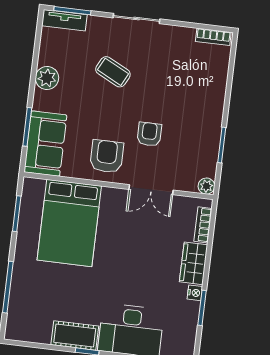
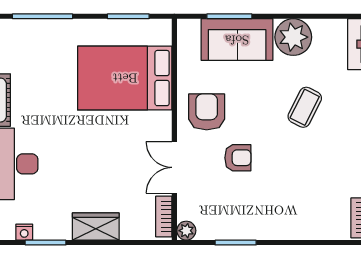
plant: (47, 78) -> (293, 37), width x1.36, depth x1.36
sofa: (45, 144) -> (237, 40), moved
armchair: (107, 156) -> (207, 112), turned -90
bookcase: (203, 225) -> (164, 216), moved, turned -90
nightstand: (195, 293) -> (24, 232), moved

